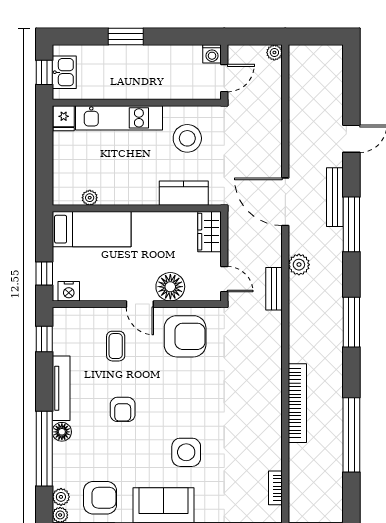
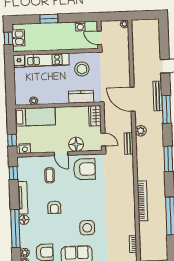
washing machine: (212, 54) -> (80, 26), moved
door: (224, 78) -> (99, 38), swing flipped

